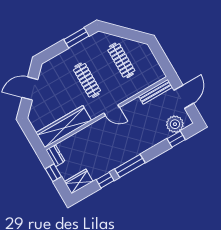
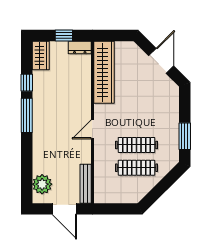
clothes rail: (87, 80) -> (136, 145), moved
window: (176, 139) -> (27, 177), removed

